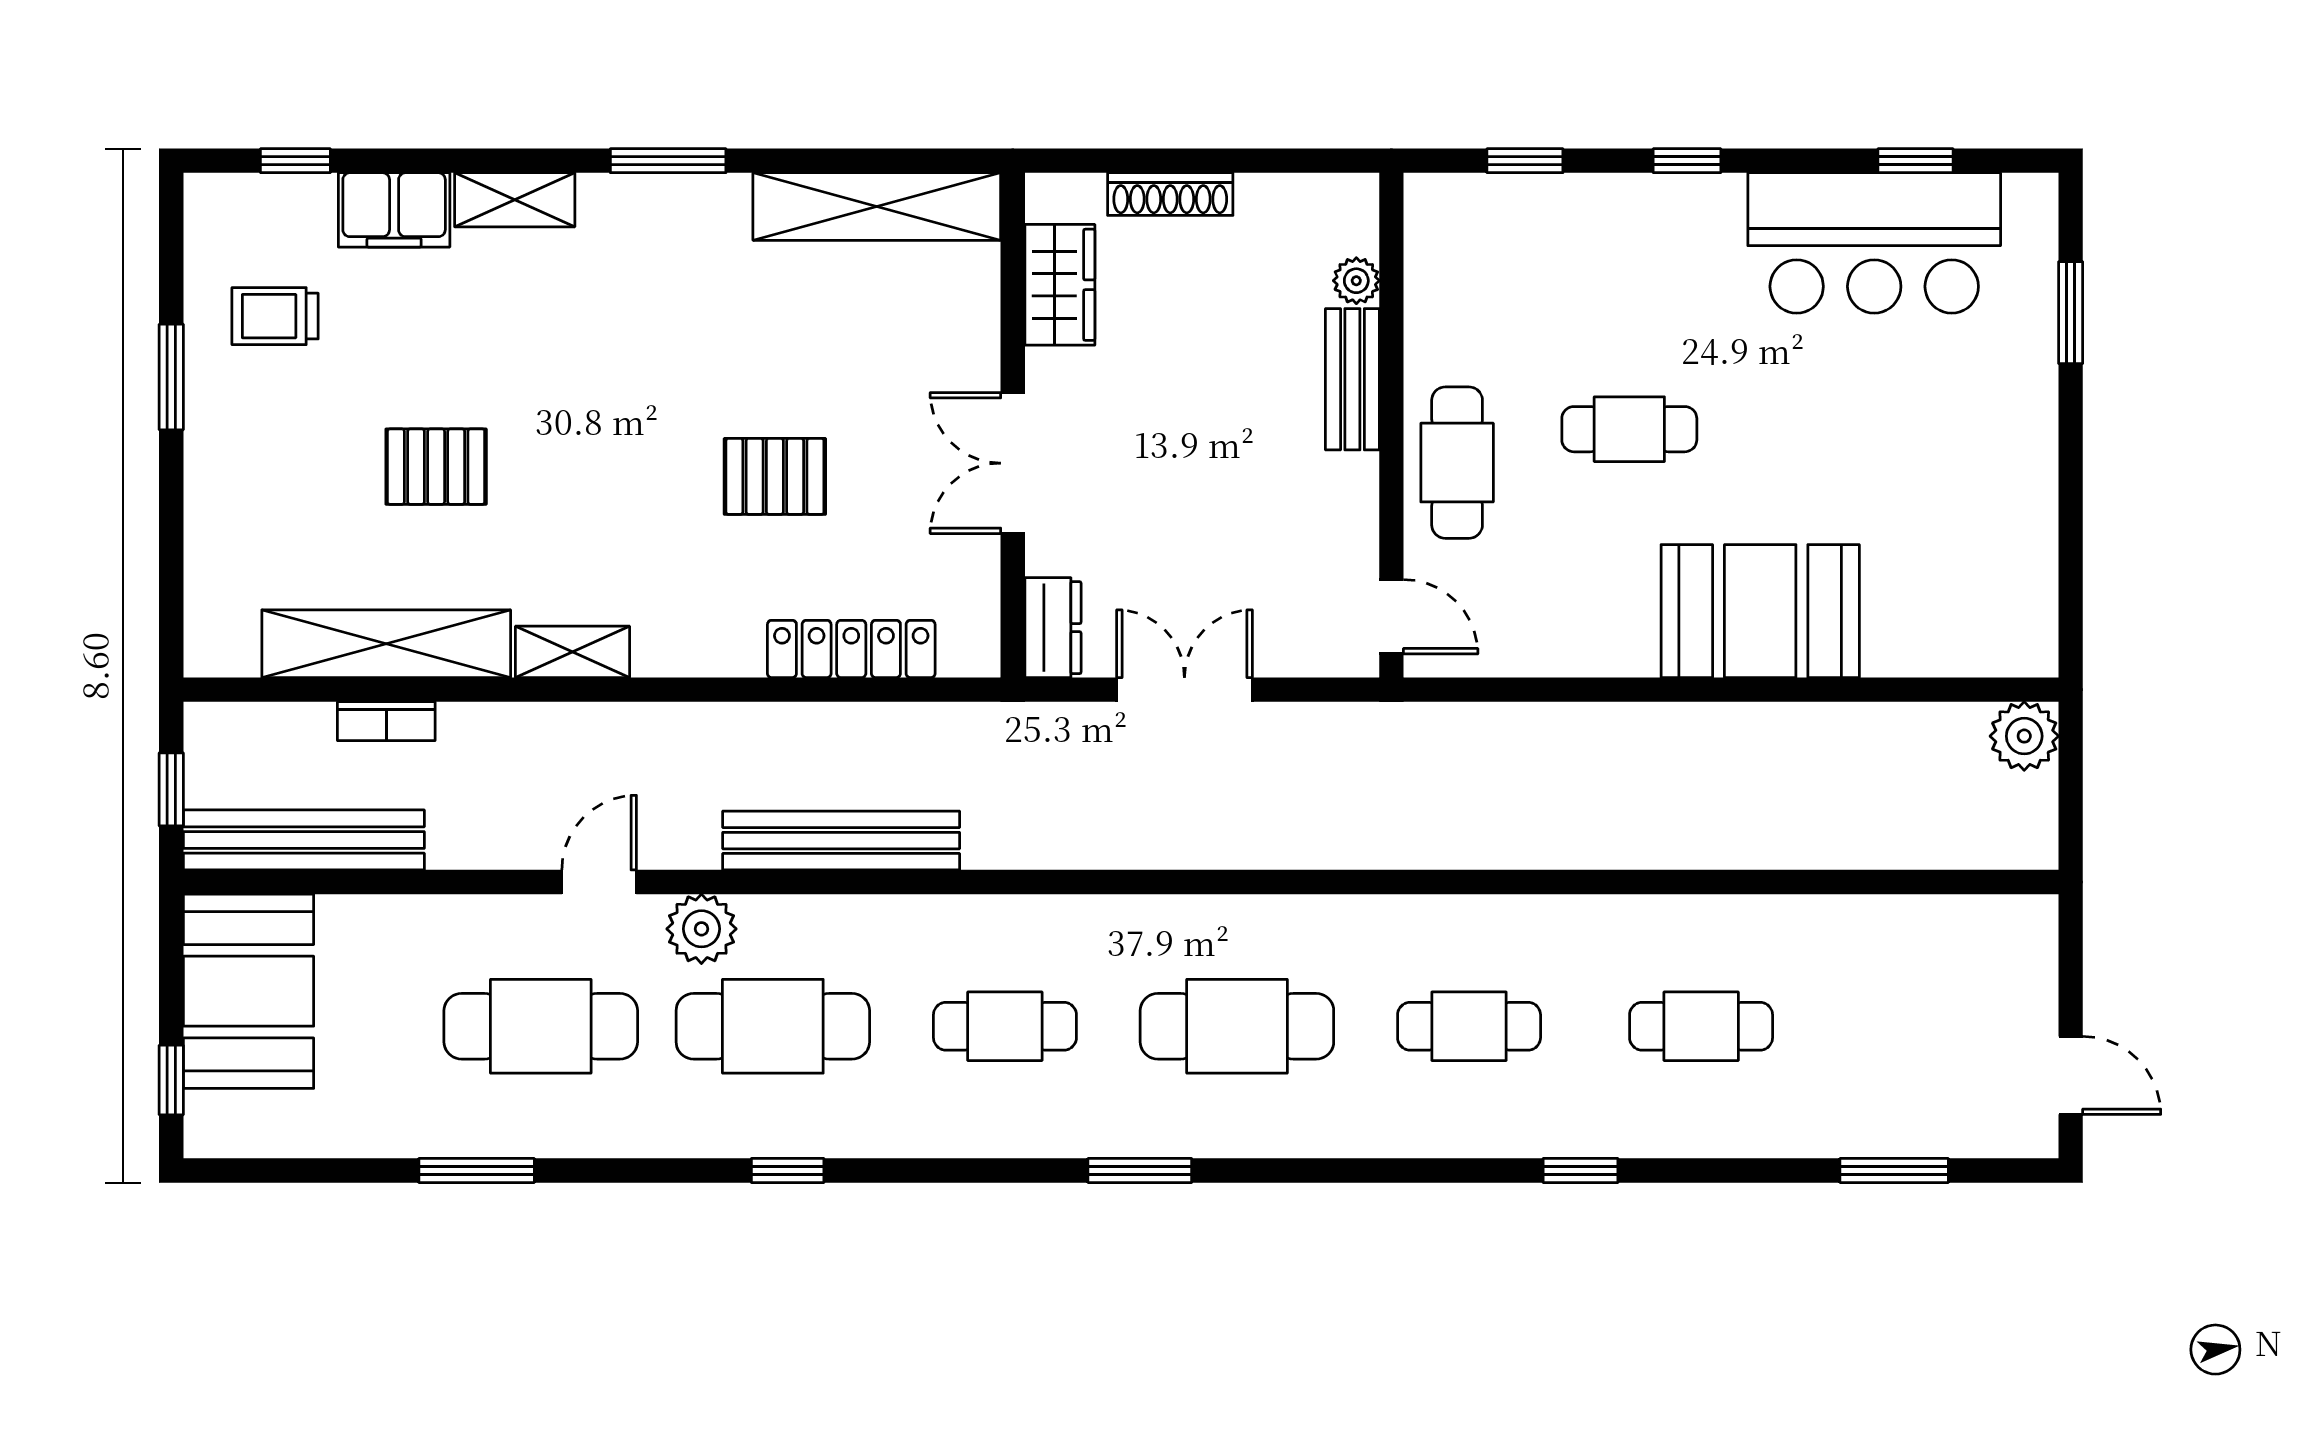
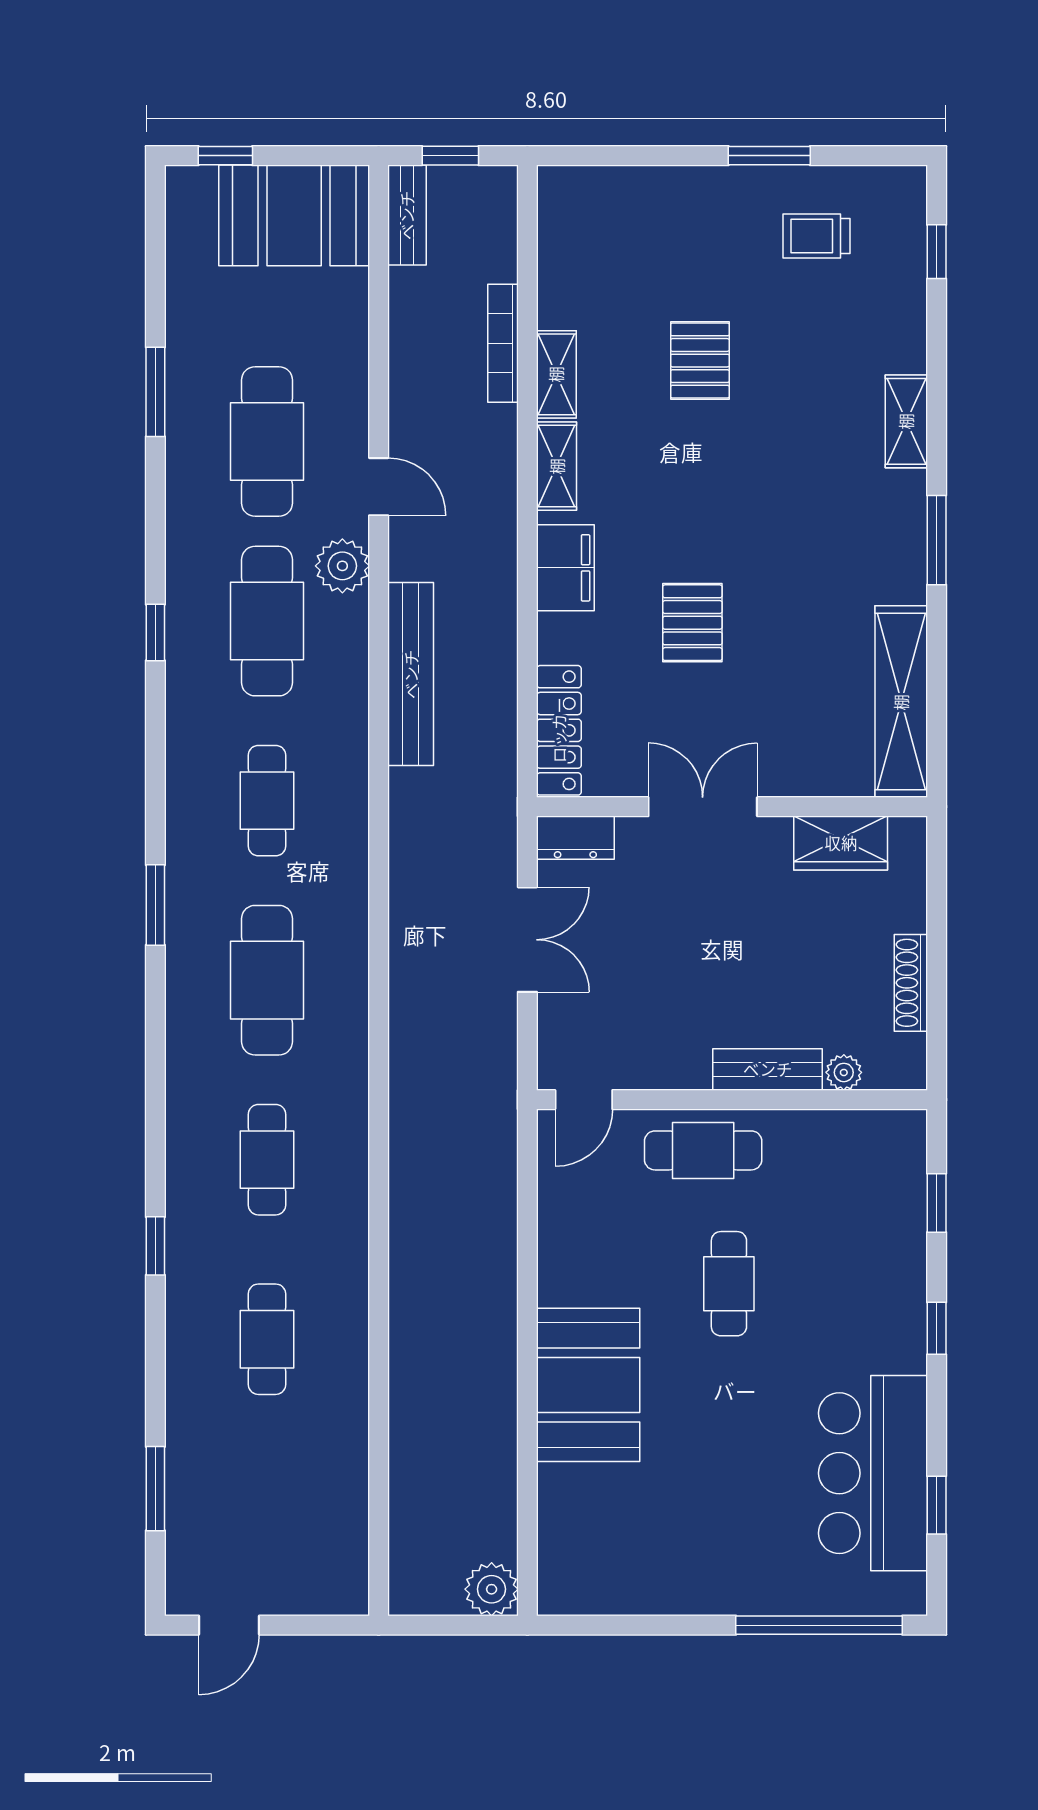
shoe rack: (1170, 194) -> (911, 983), moved
filing cabinet: (394, 210) -> (565, 568), moved, turned 180
window: (2071, 313) -> (819, 1625), width x2.11
trolley: (275, 316) -> (816, 236), turned -90
shelving: (386, 644) -> (556, 374), width x0.45, depth x0.75
locker: (851, 649) -> (559, 730), moved
bookcase: (386, 721) -> (503, 343), width x1.56
bench: (304, 840) -> (407, 215), width x0.54, depth x0.82

